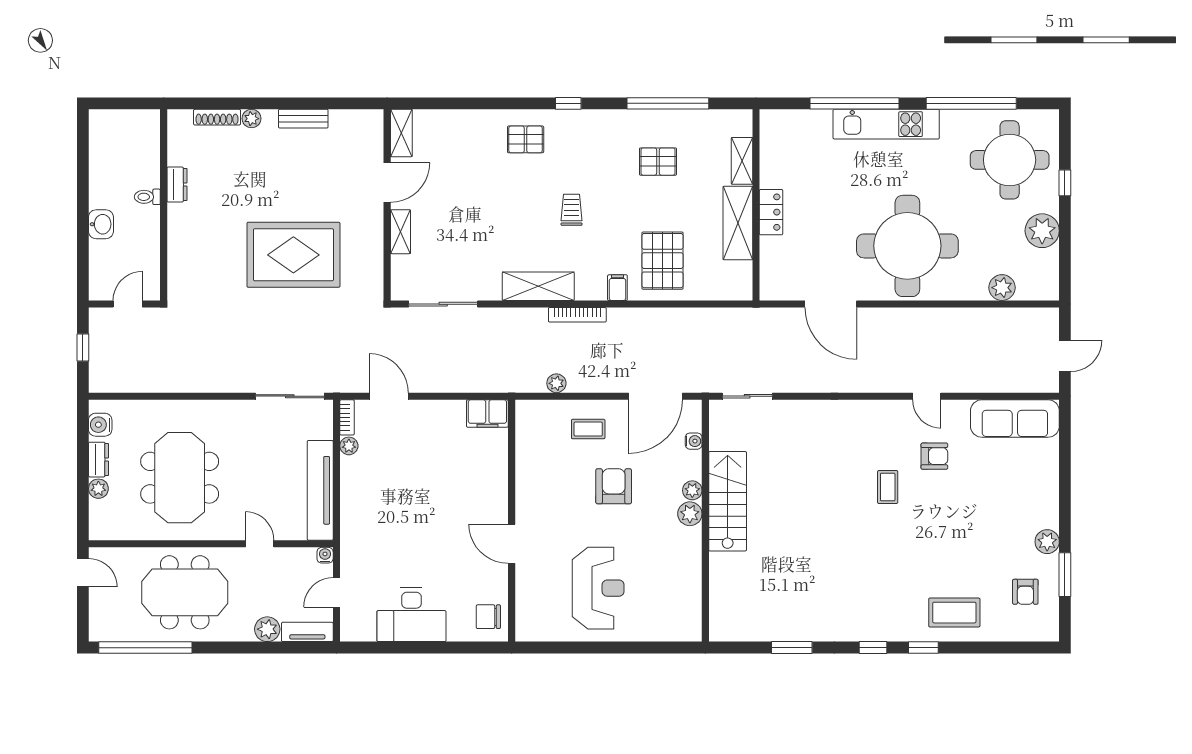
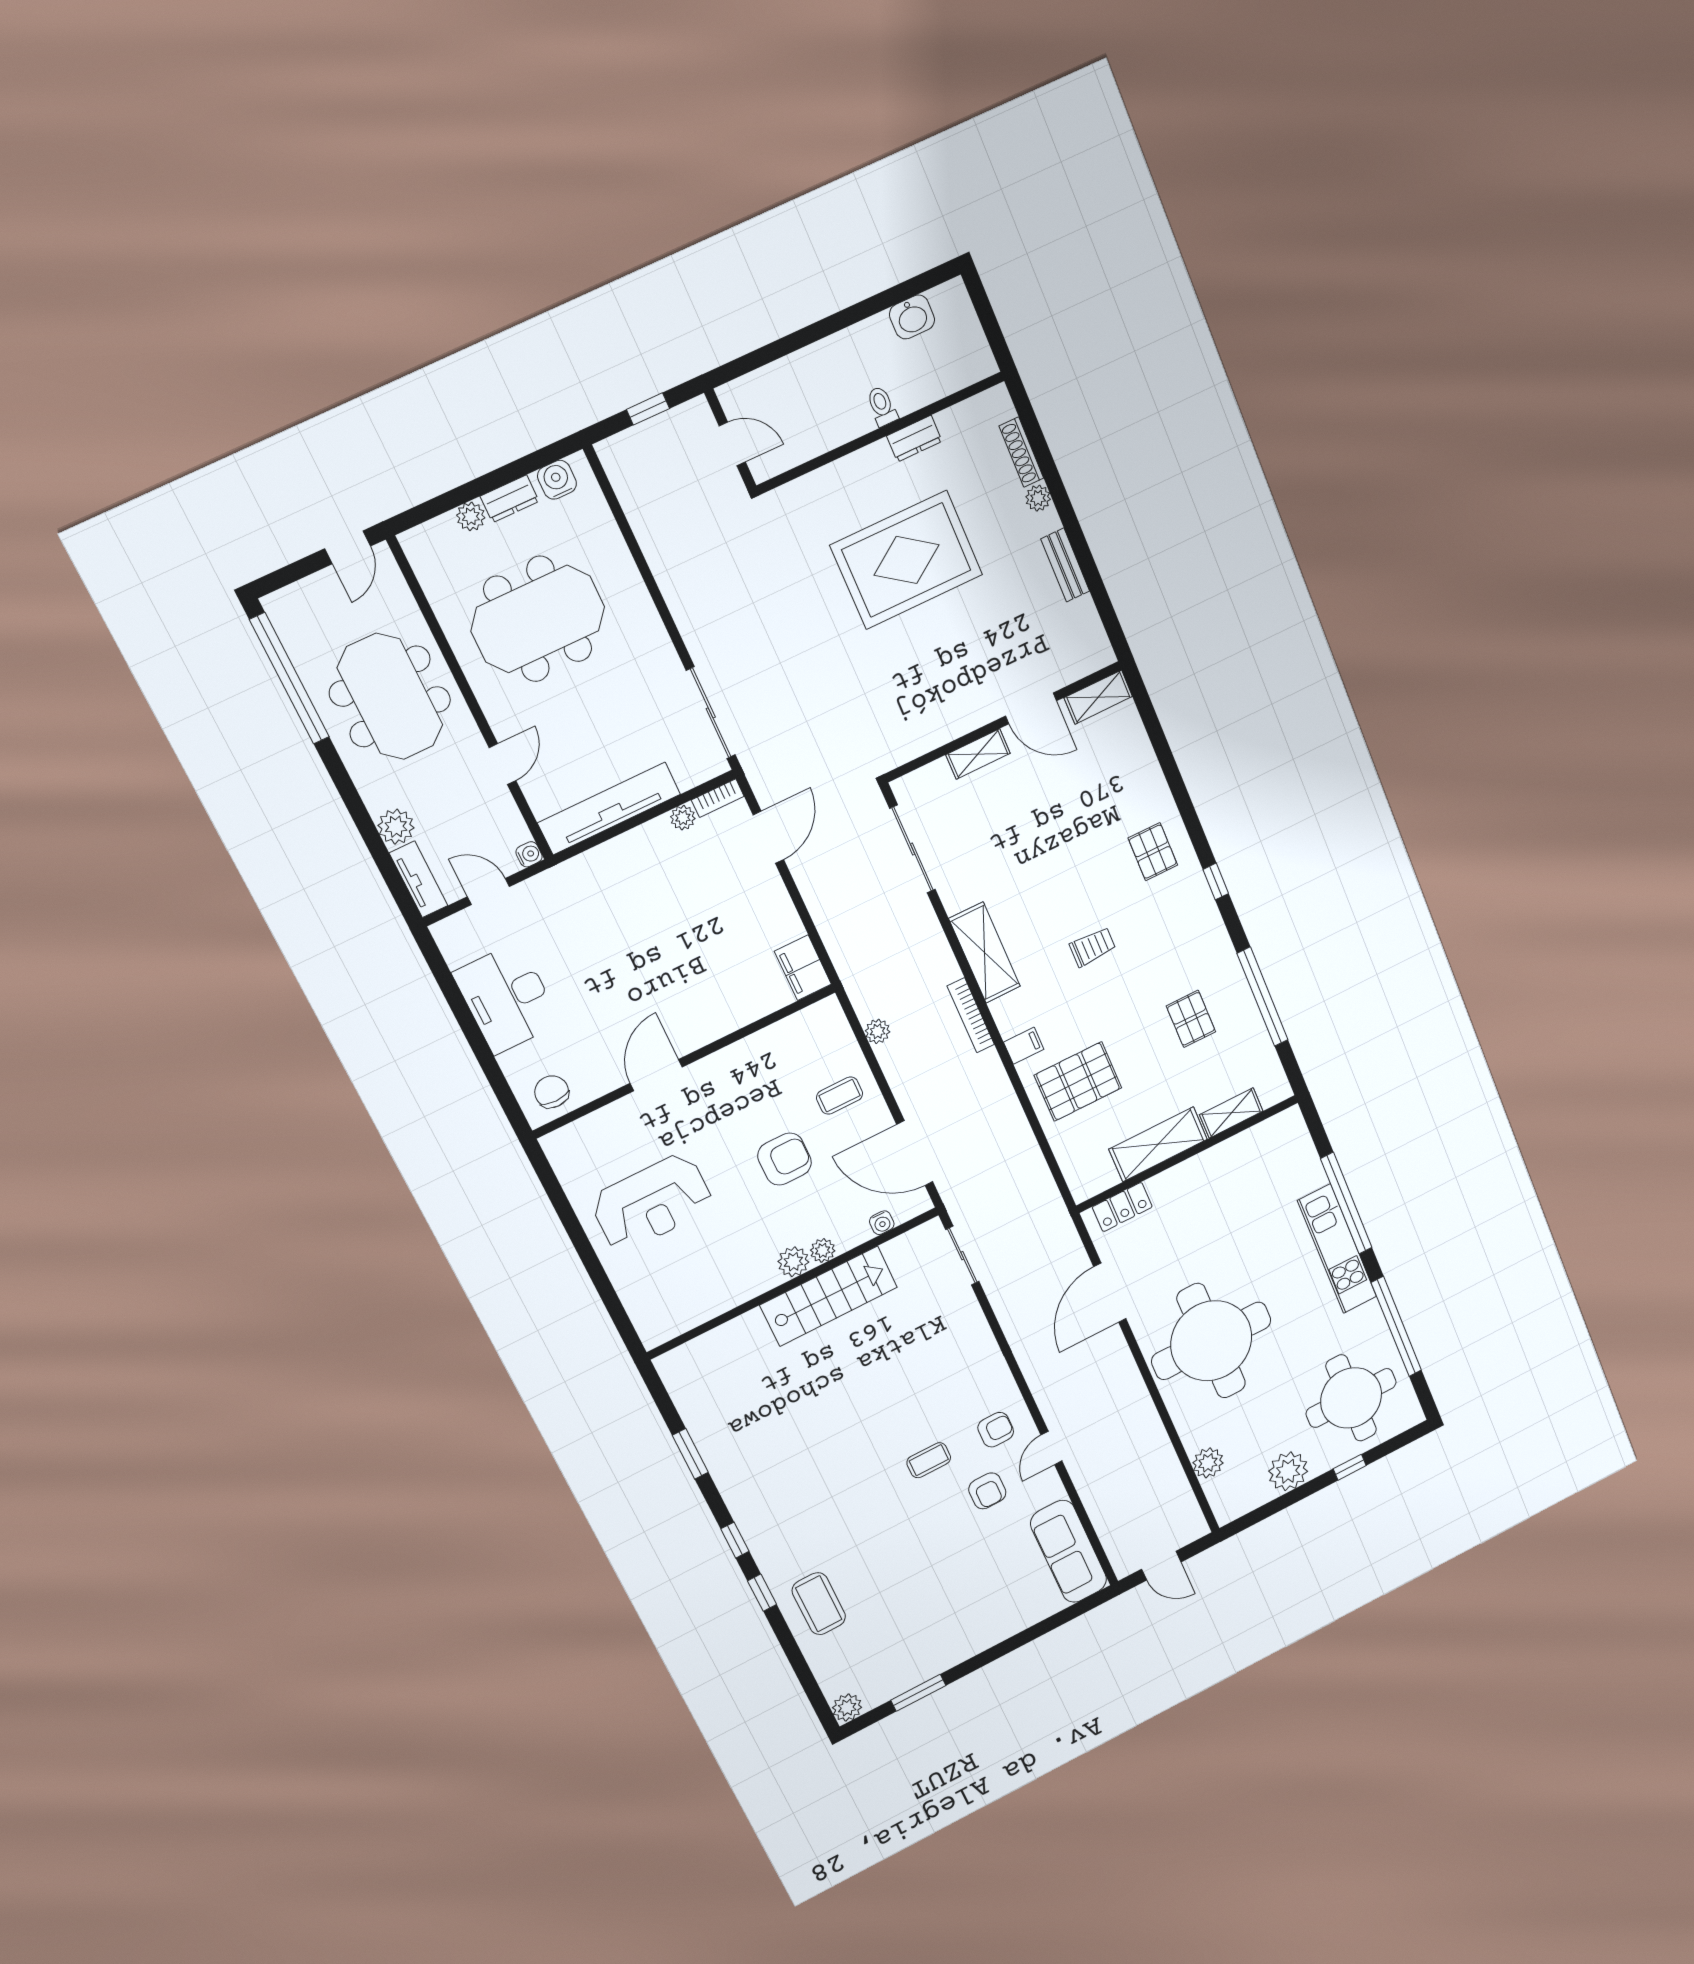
locker: (771, 212) -> (1122, 1207), moved
washbasin: (101, 224) -> (912, 317), moved
rug: (293, 255) -> (906, 560), moved, turned 90
coffee table: (588, 429) -> (840, 1096), turned 90
plant: (1047, 542) -> (847, 1708), moved
armchair: (1025, 592) -> (996, 1430), moved, turned 180

